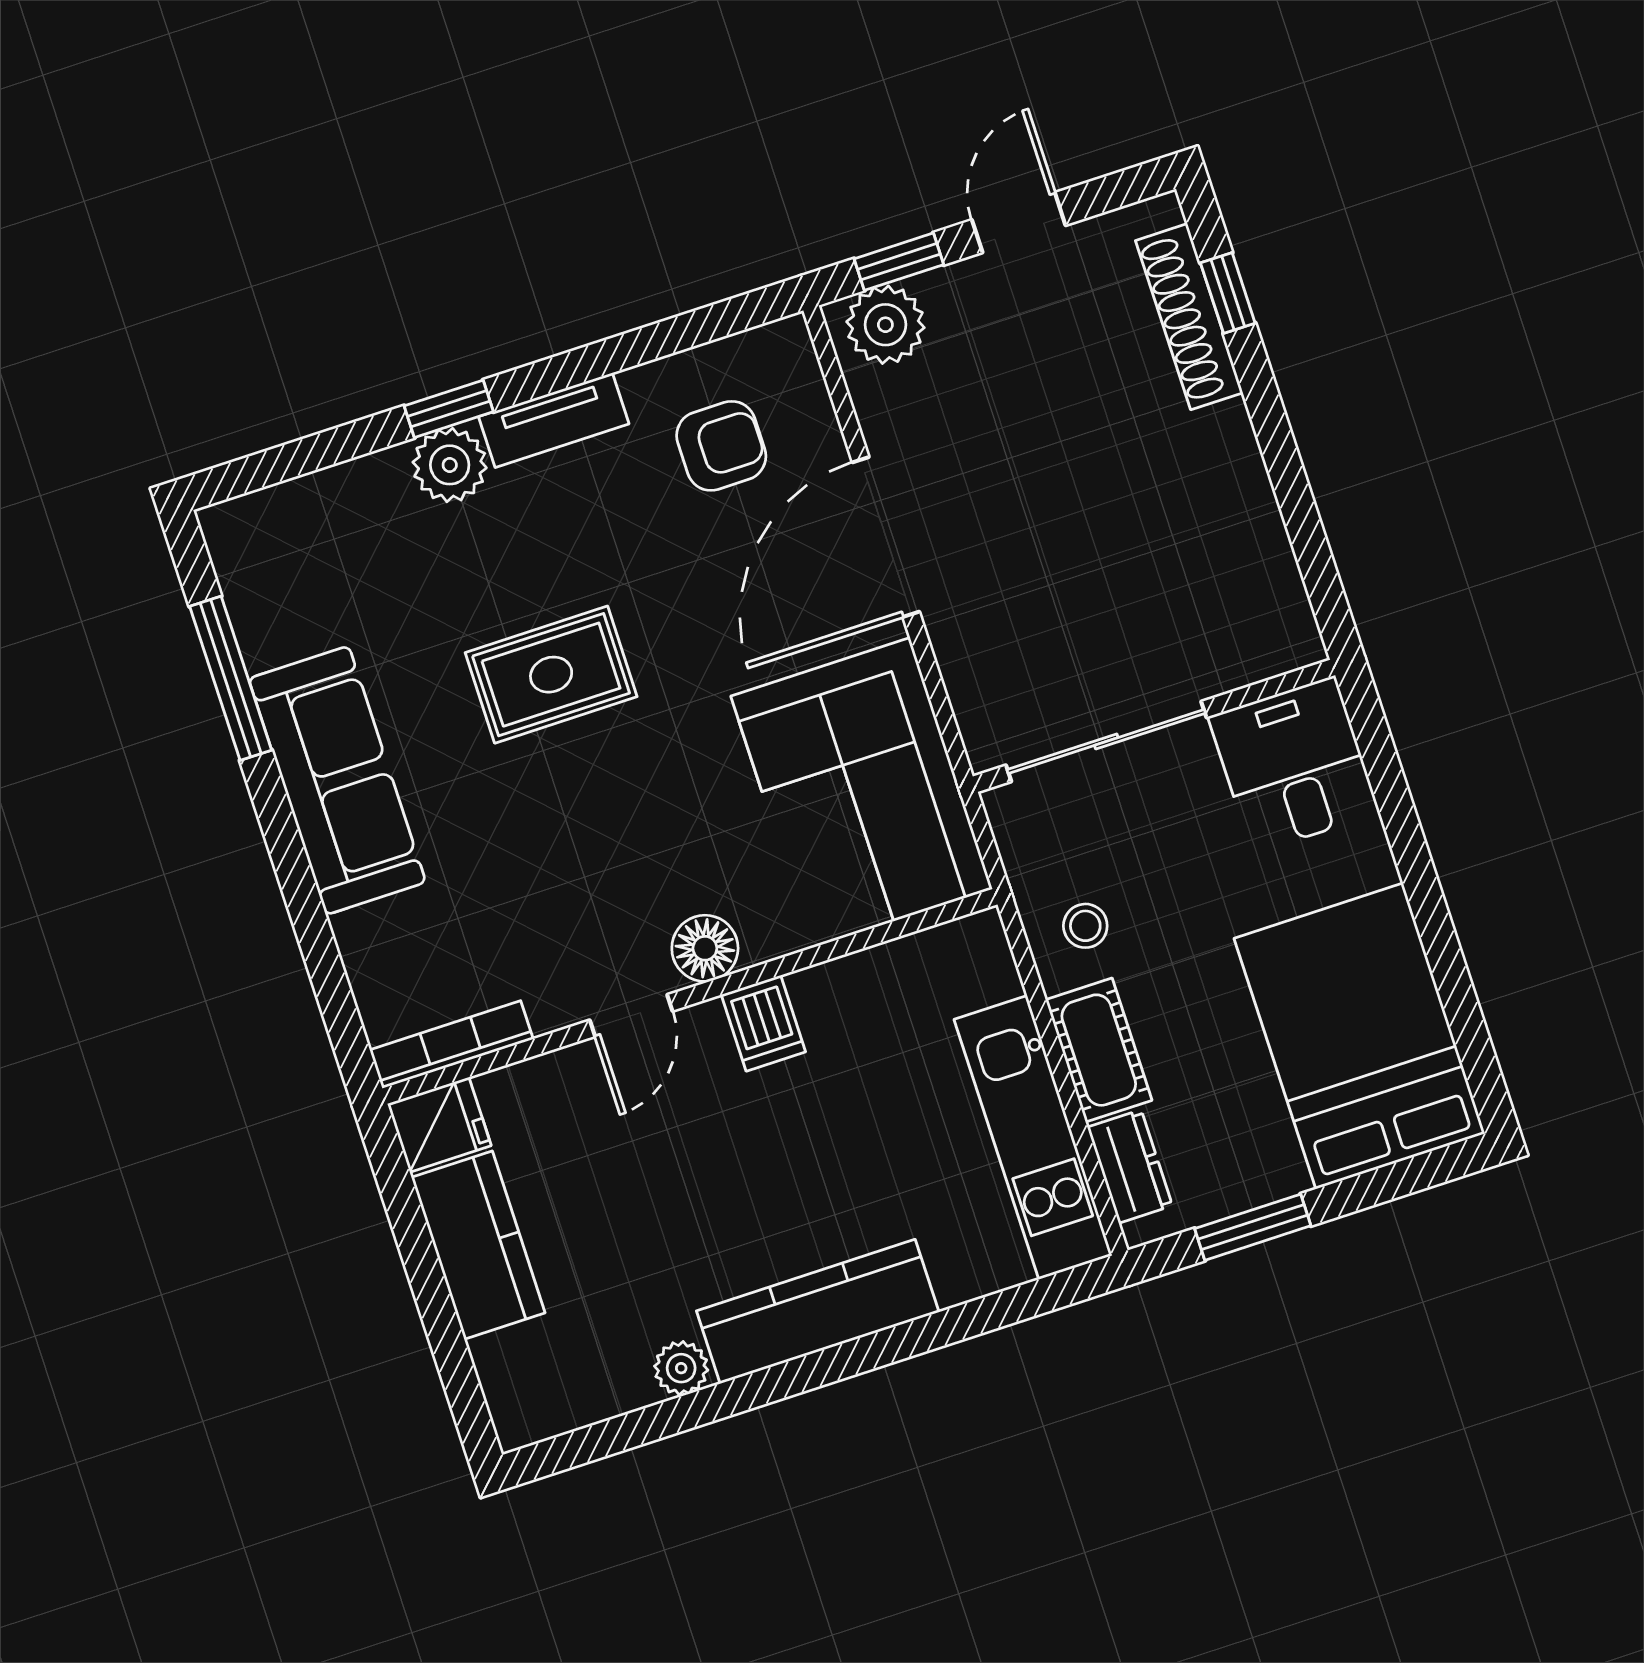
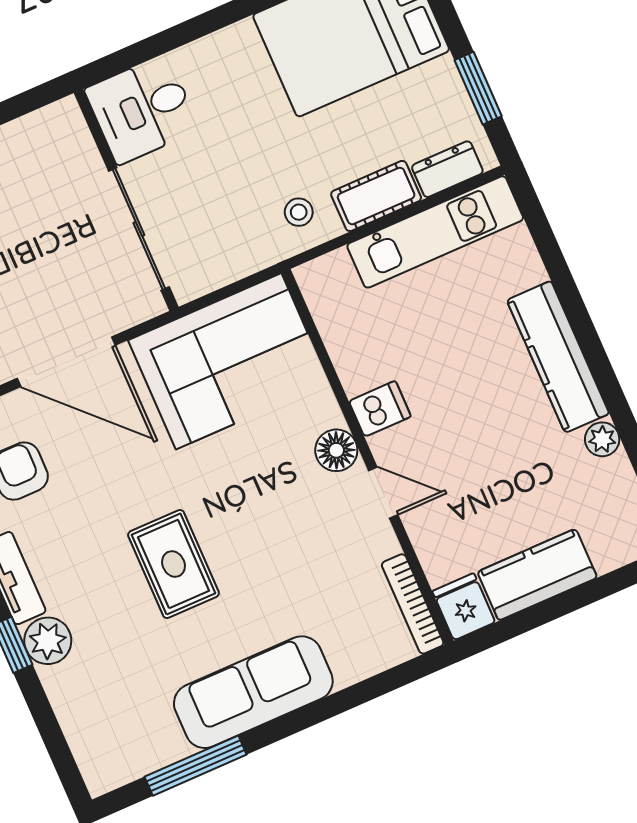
wall: (1154, 726) -> (126, 200), moved
sliding door: (1106, 741) -> (139, 229), moved
desk: (1294, 765) -> (142, 109), moved

